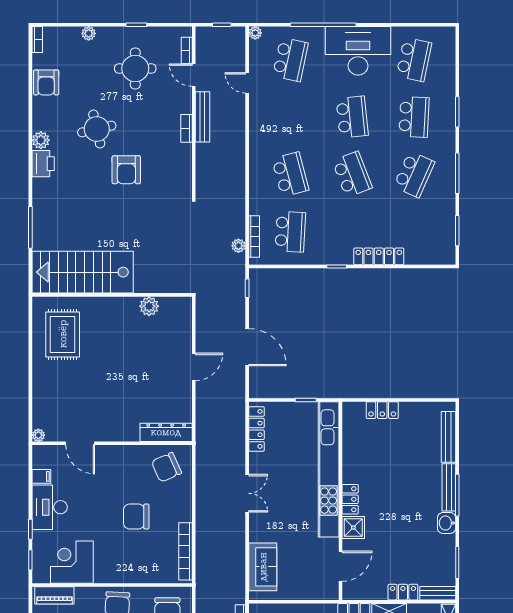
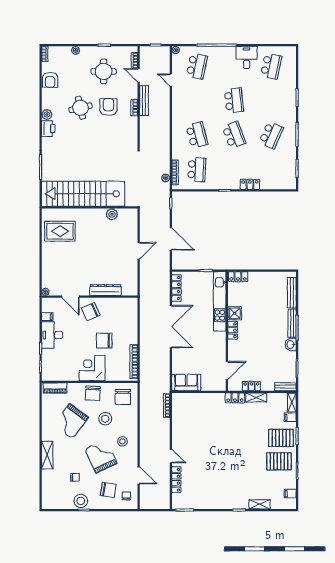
desk: (358, 51) -> (247, 57), width x0.53, depth x0.77
school desk: (414, 117) -> (271, 101), removed
armchair: (126, 170) -> (108, 107), moved, turned 180
locker: (379, 256) -> (250, 184), width x0.66
stairs: (83, 272) -> (83, 194), width x1.36
rug: (63, 334) -> (60, 231), turned 90
locker: (382, 410) -> (238, 277), moved
dresser: (166, 432) -> (105, 290), moved
chair: (166, 467) -> (91, 312), moved
kitchen unit: (329, 469) -> (220, 301), width x0.73
double door: (247, 493) -> (171, 327), width x1.87
shower: (353, 528) -> (235, 313), moved
corner desk: (72, 562) -> (92, 368), moved
sofa: (263, 567) -> (186, 382), moved, turned -90
locker: (403, 592) -> (251, 386), moved

